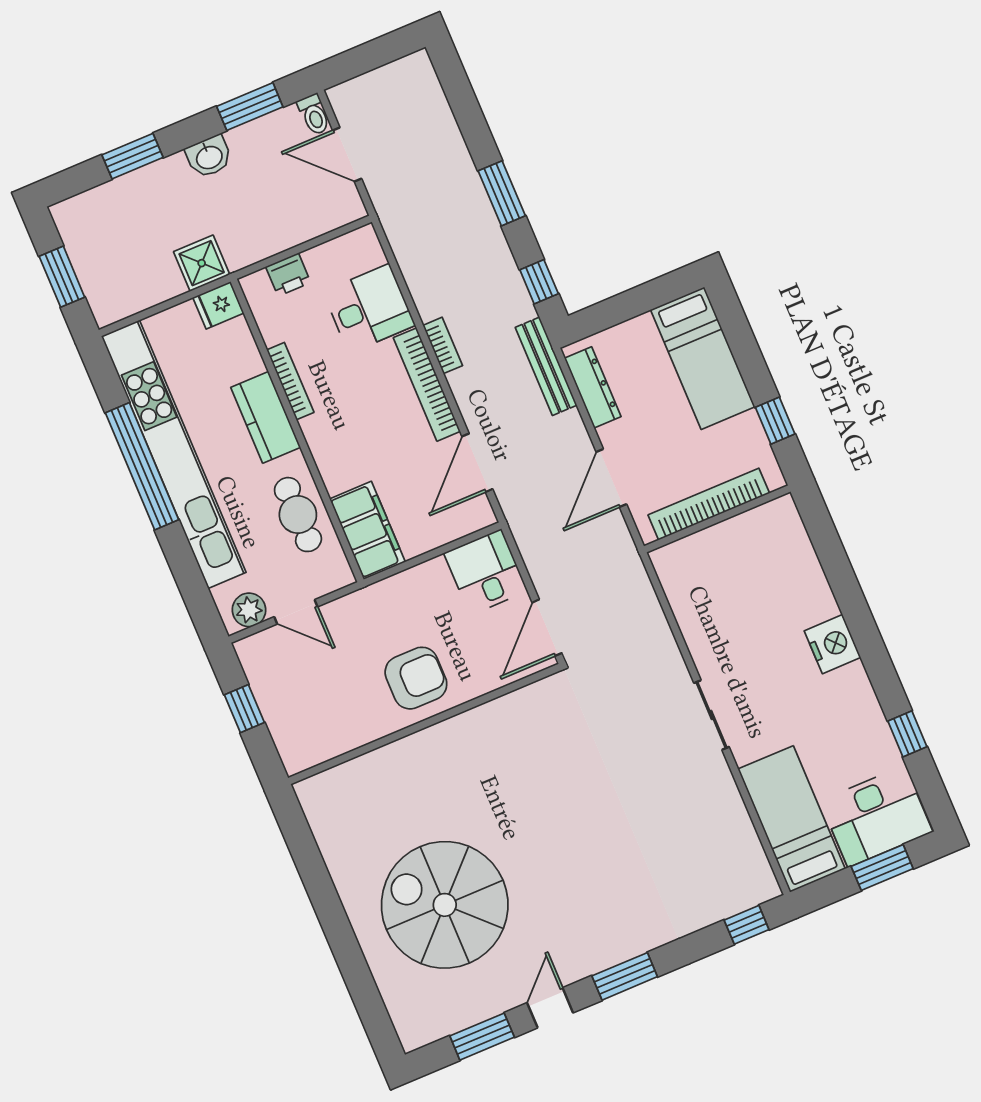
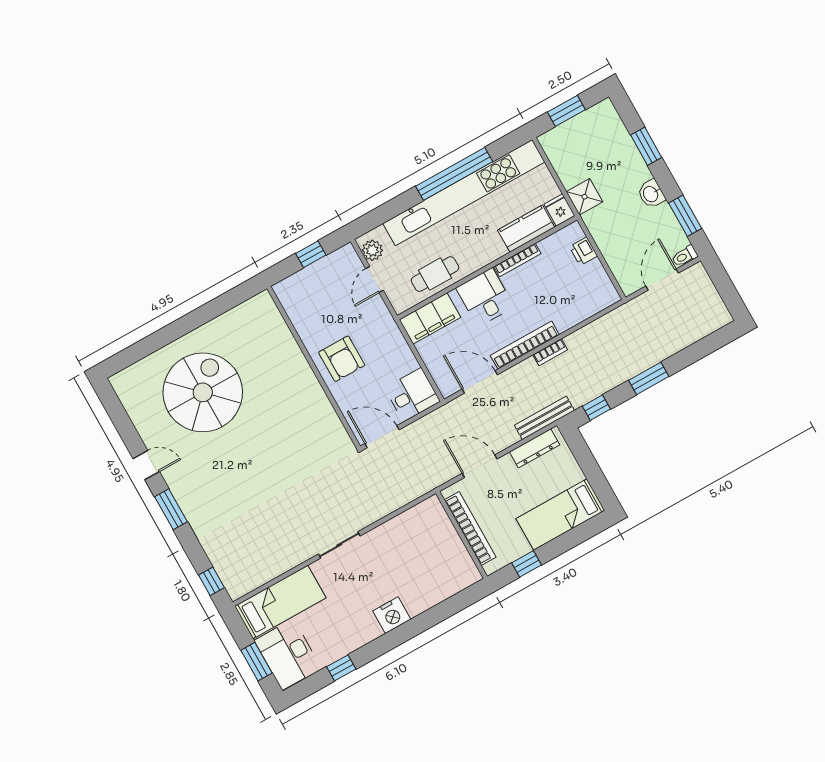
desk: (369, 308) -> (485, 297), moved, turned 180
kitchen counter: (266, 417) -> (526, 229), moved
window: (482, 1037) -> (124, 425), removed

